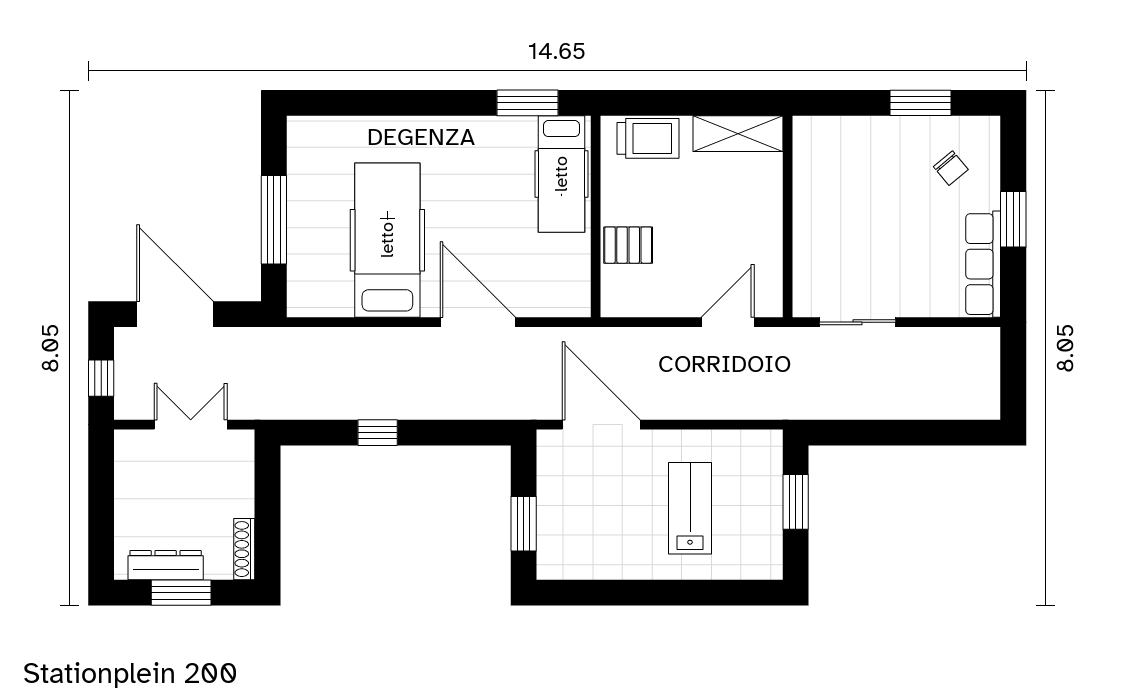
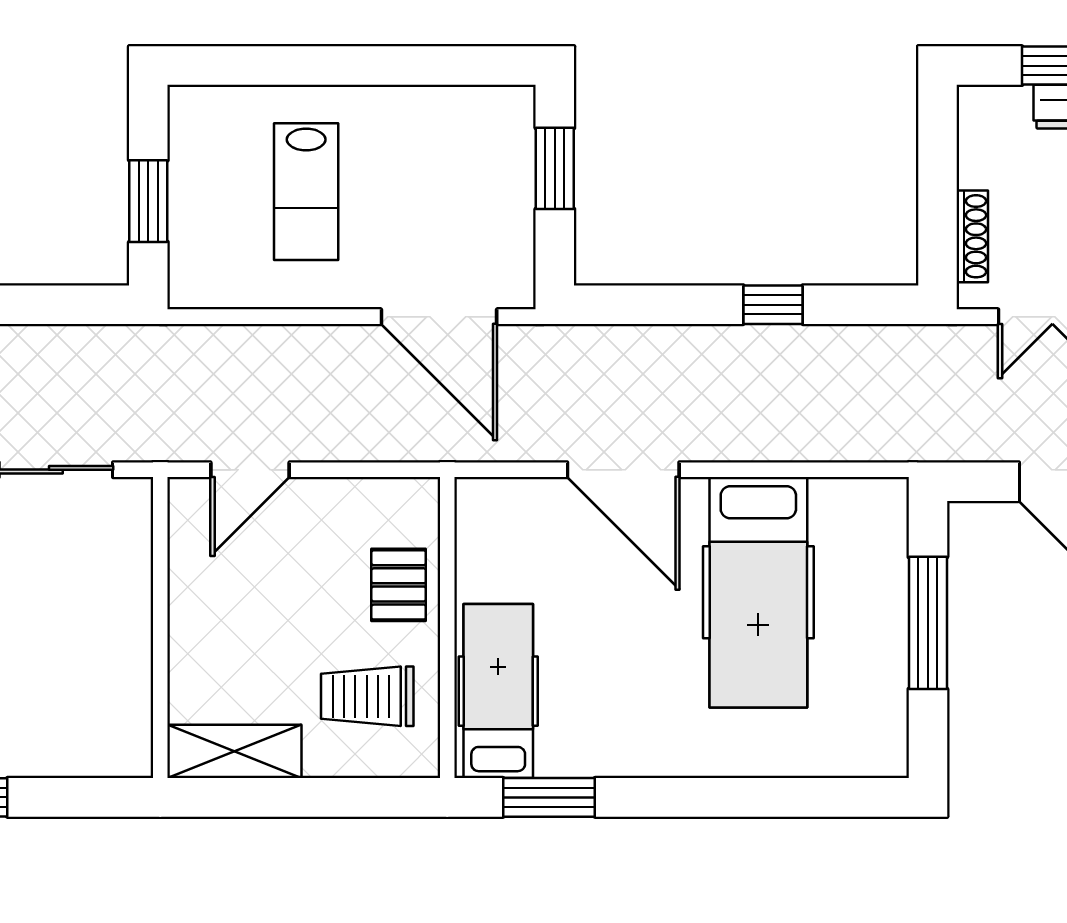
trolley: (648, 138) -> (367, 696), moved
pallet: (628, 245) -> (399, 585), turned 90
shoe rack: (244, 549) -> (972, 236), moved

